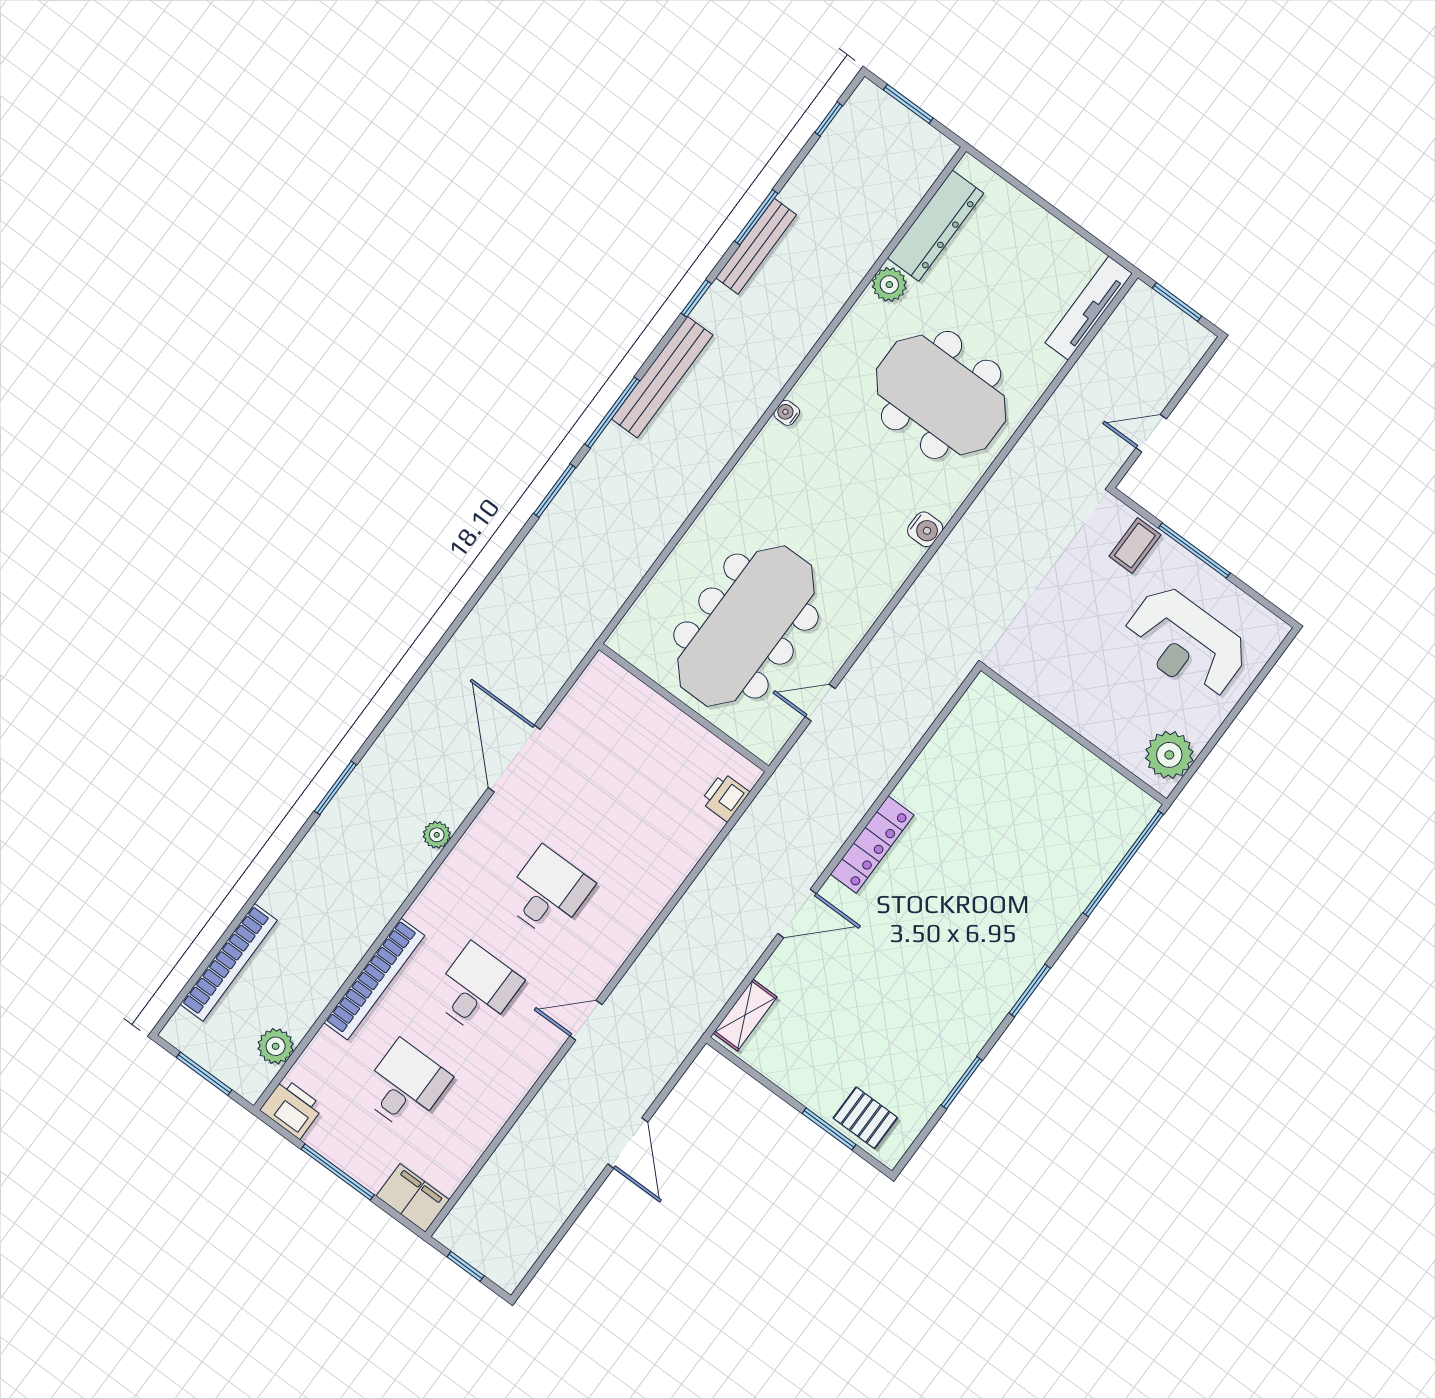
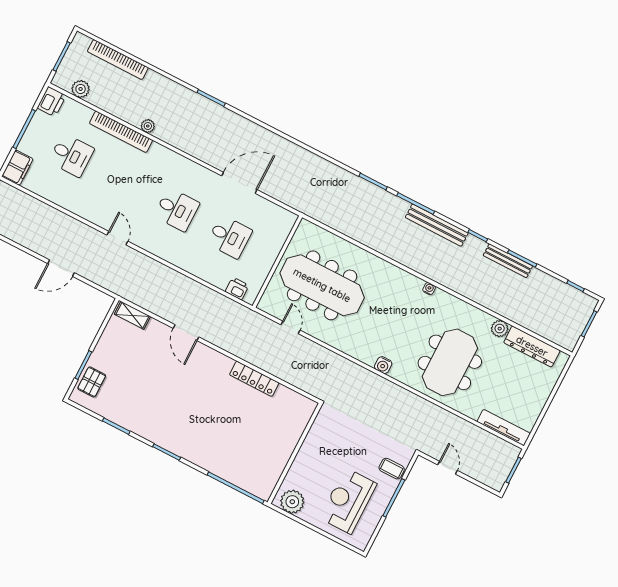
plant: (437, 835) -> (148, 126), moved
locker: (872, 845) -> (254, 379), moved
desk: (476, 989) -> (229, 237), moved

